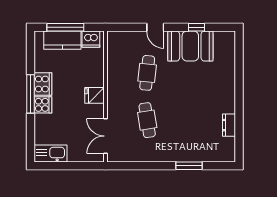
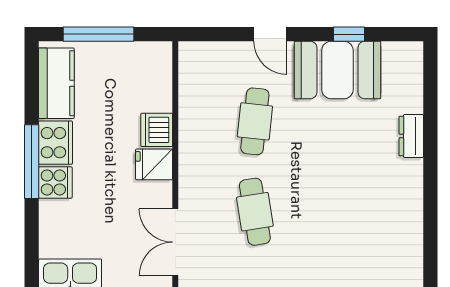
dishwasher: (91, 39) -> (157, 130), moved, turned 90
kitchen counter: (62, 40) -> (56, 83), moved, turned -90
dresser: (229, 125) -> (411, 136), moved

